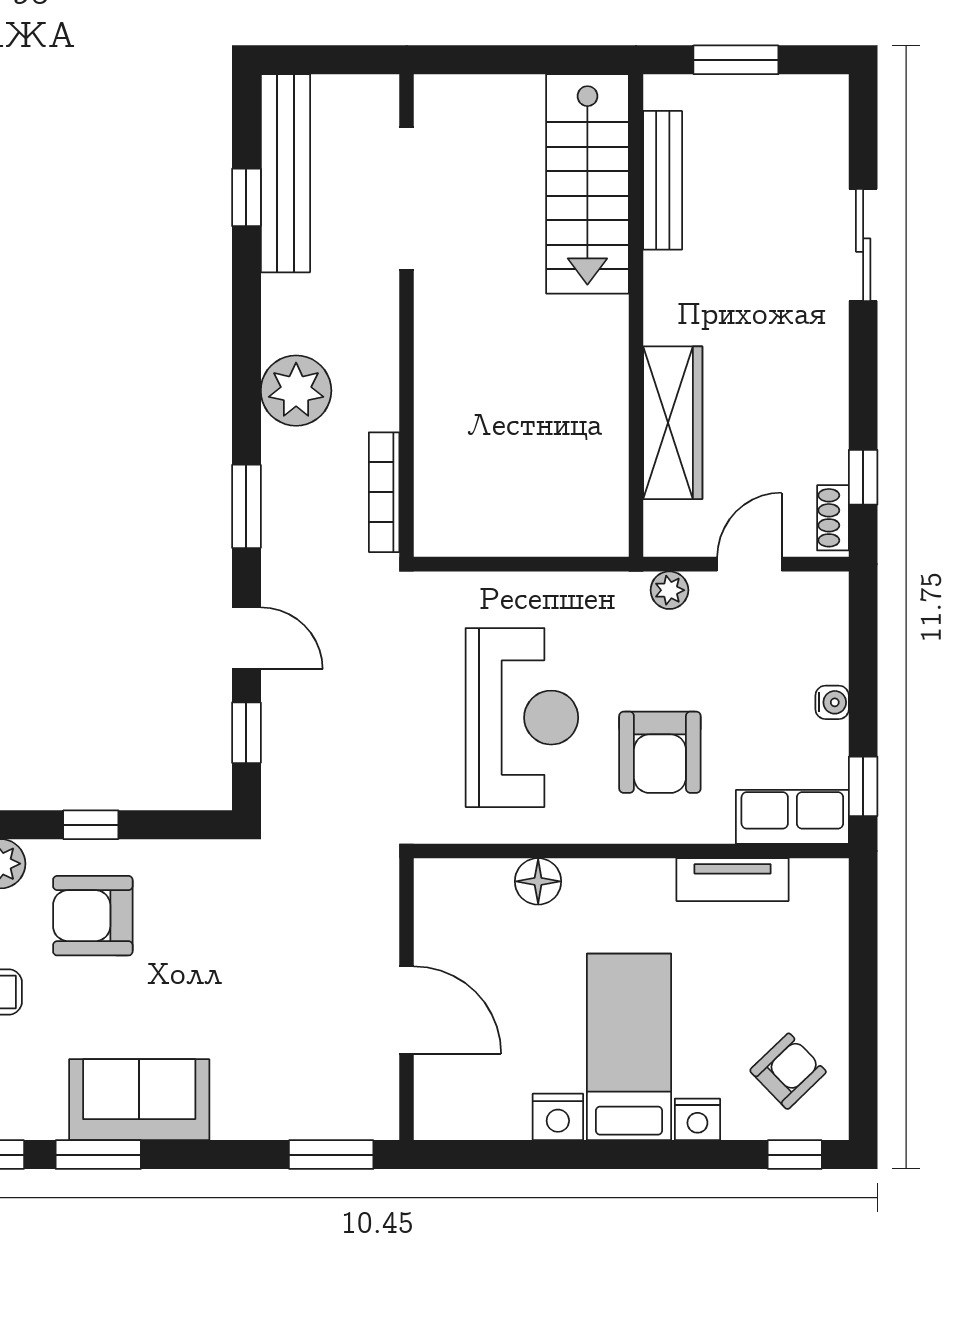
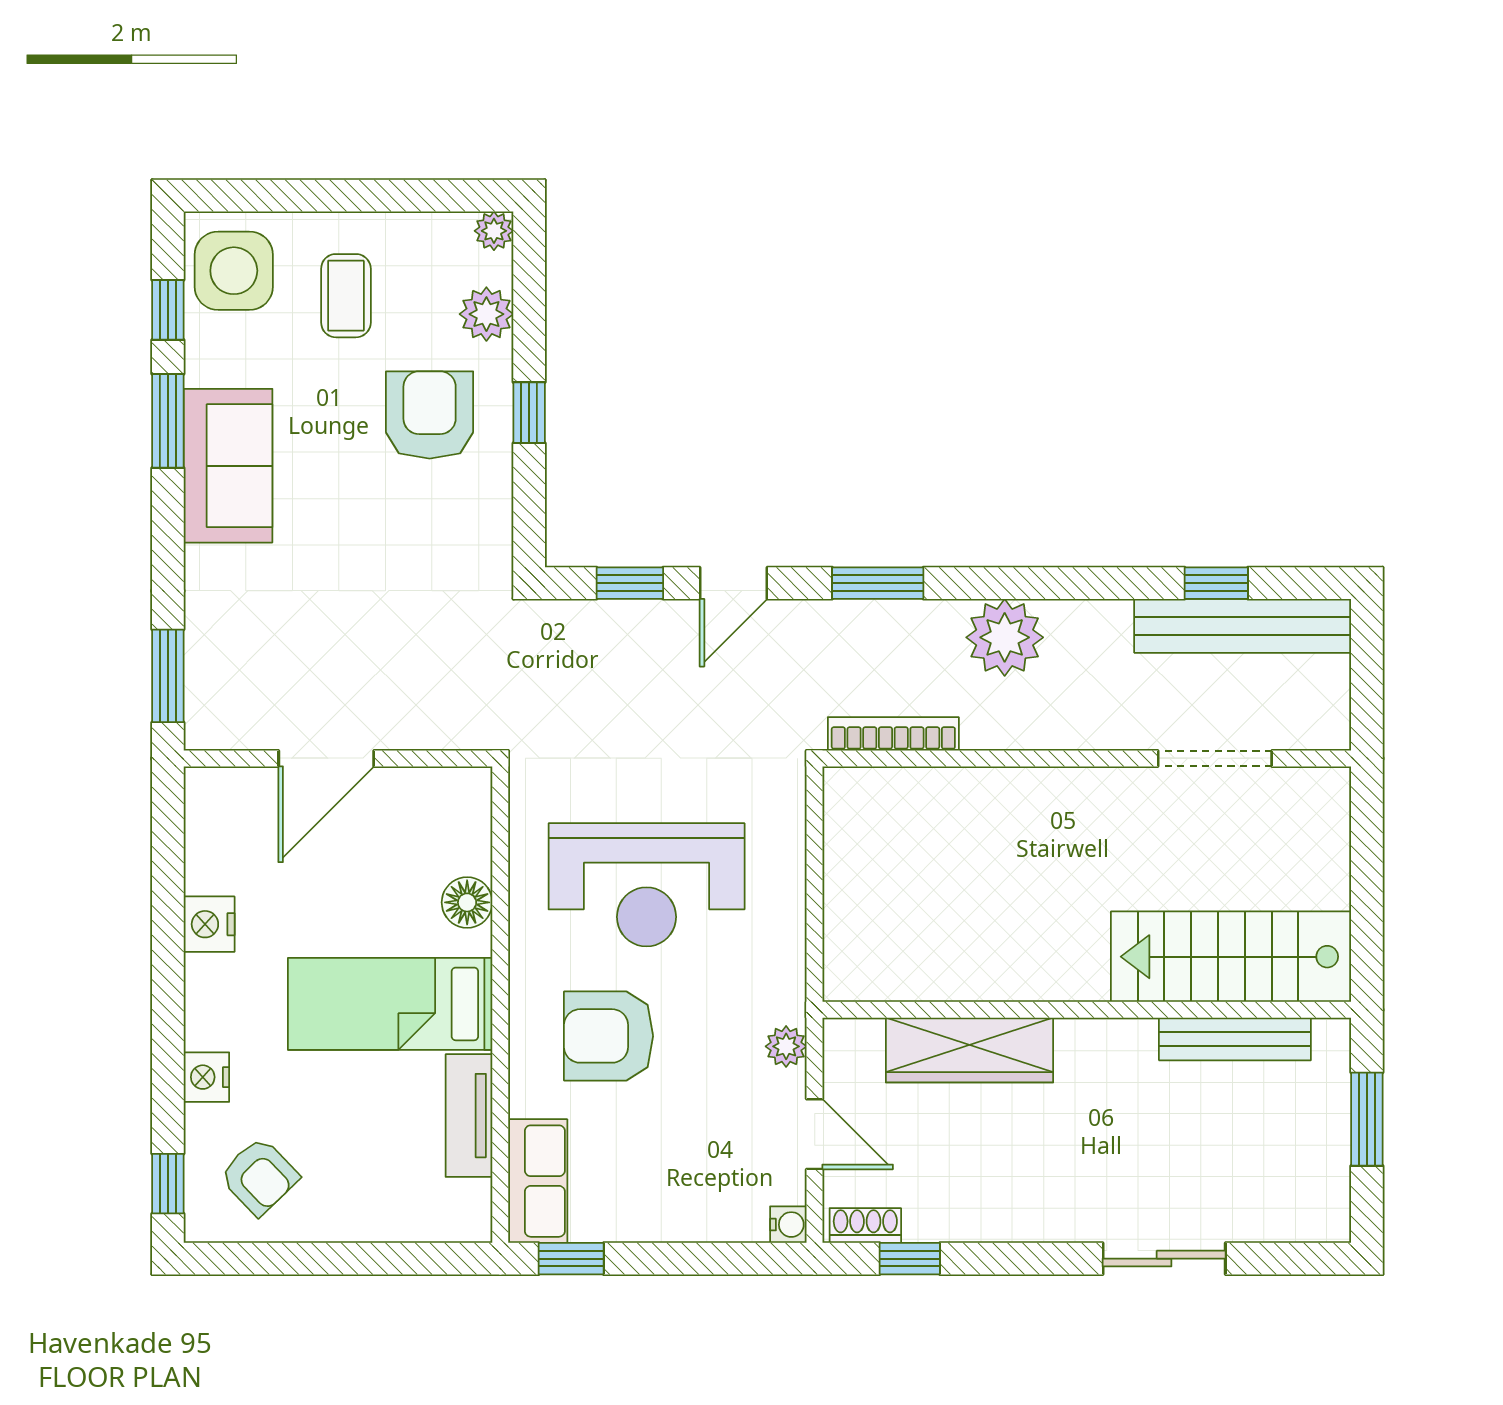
doorway: (407, 199) -> (1215, 758), width x0.73
water cooler: (832, 702) -> (788, 1225), moved, turned -90
bed: (629, 1047) -> (390, 1004), moved, turned 180

